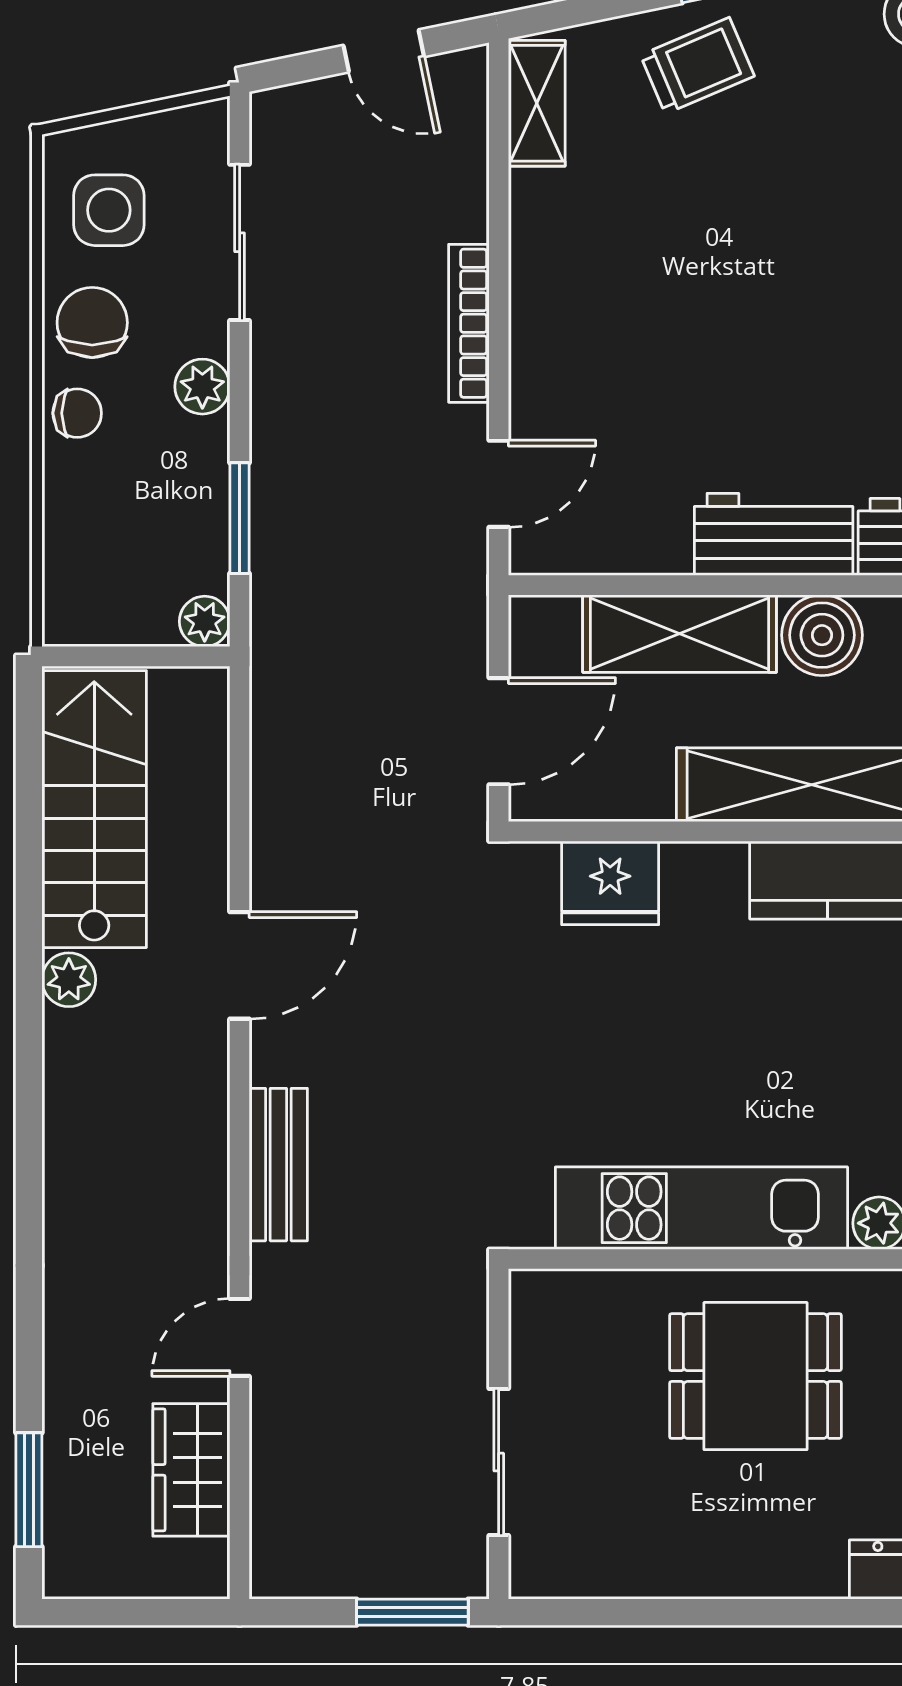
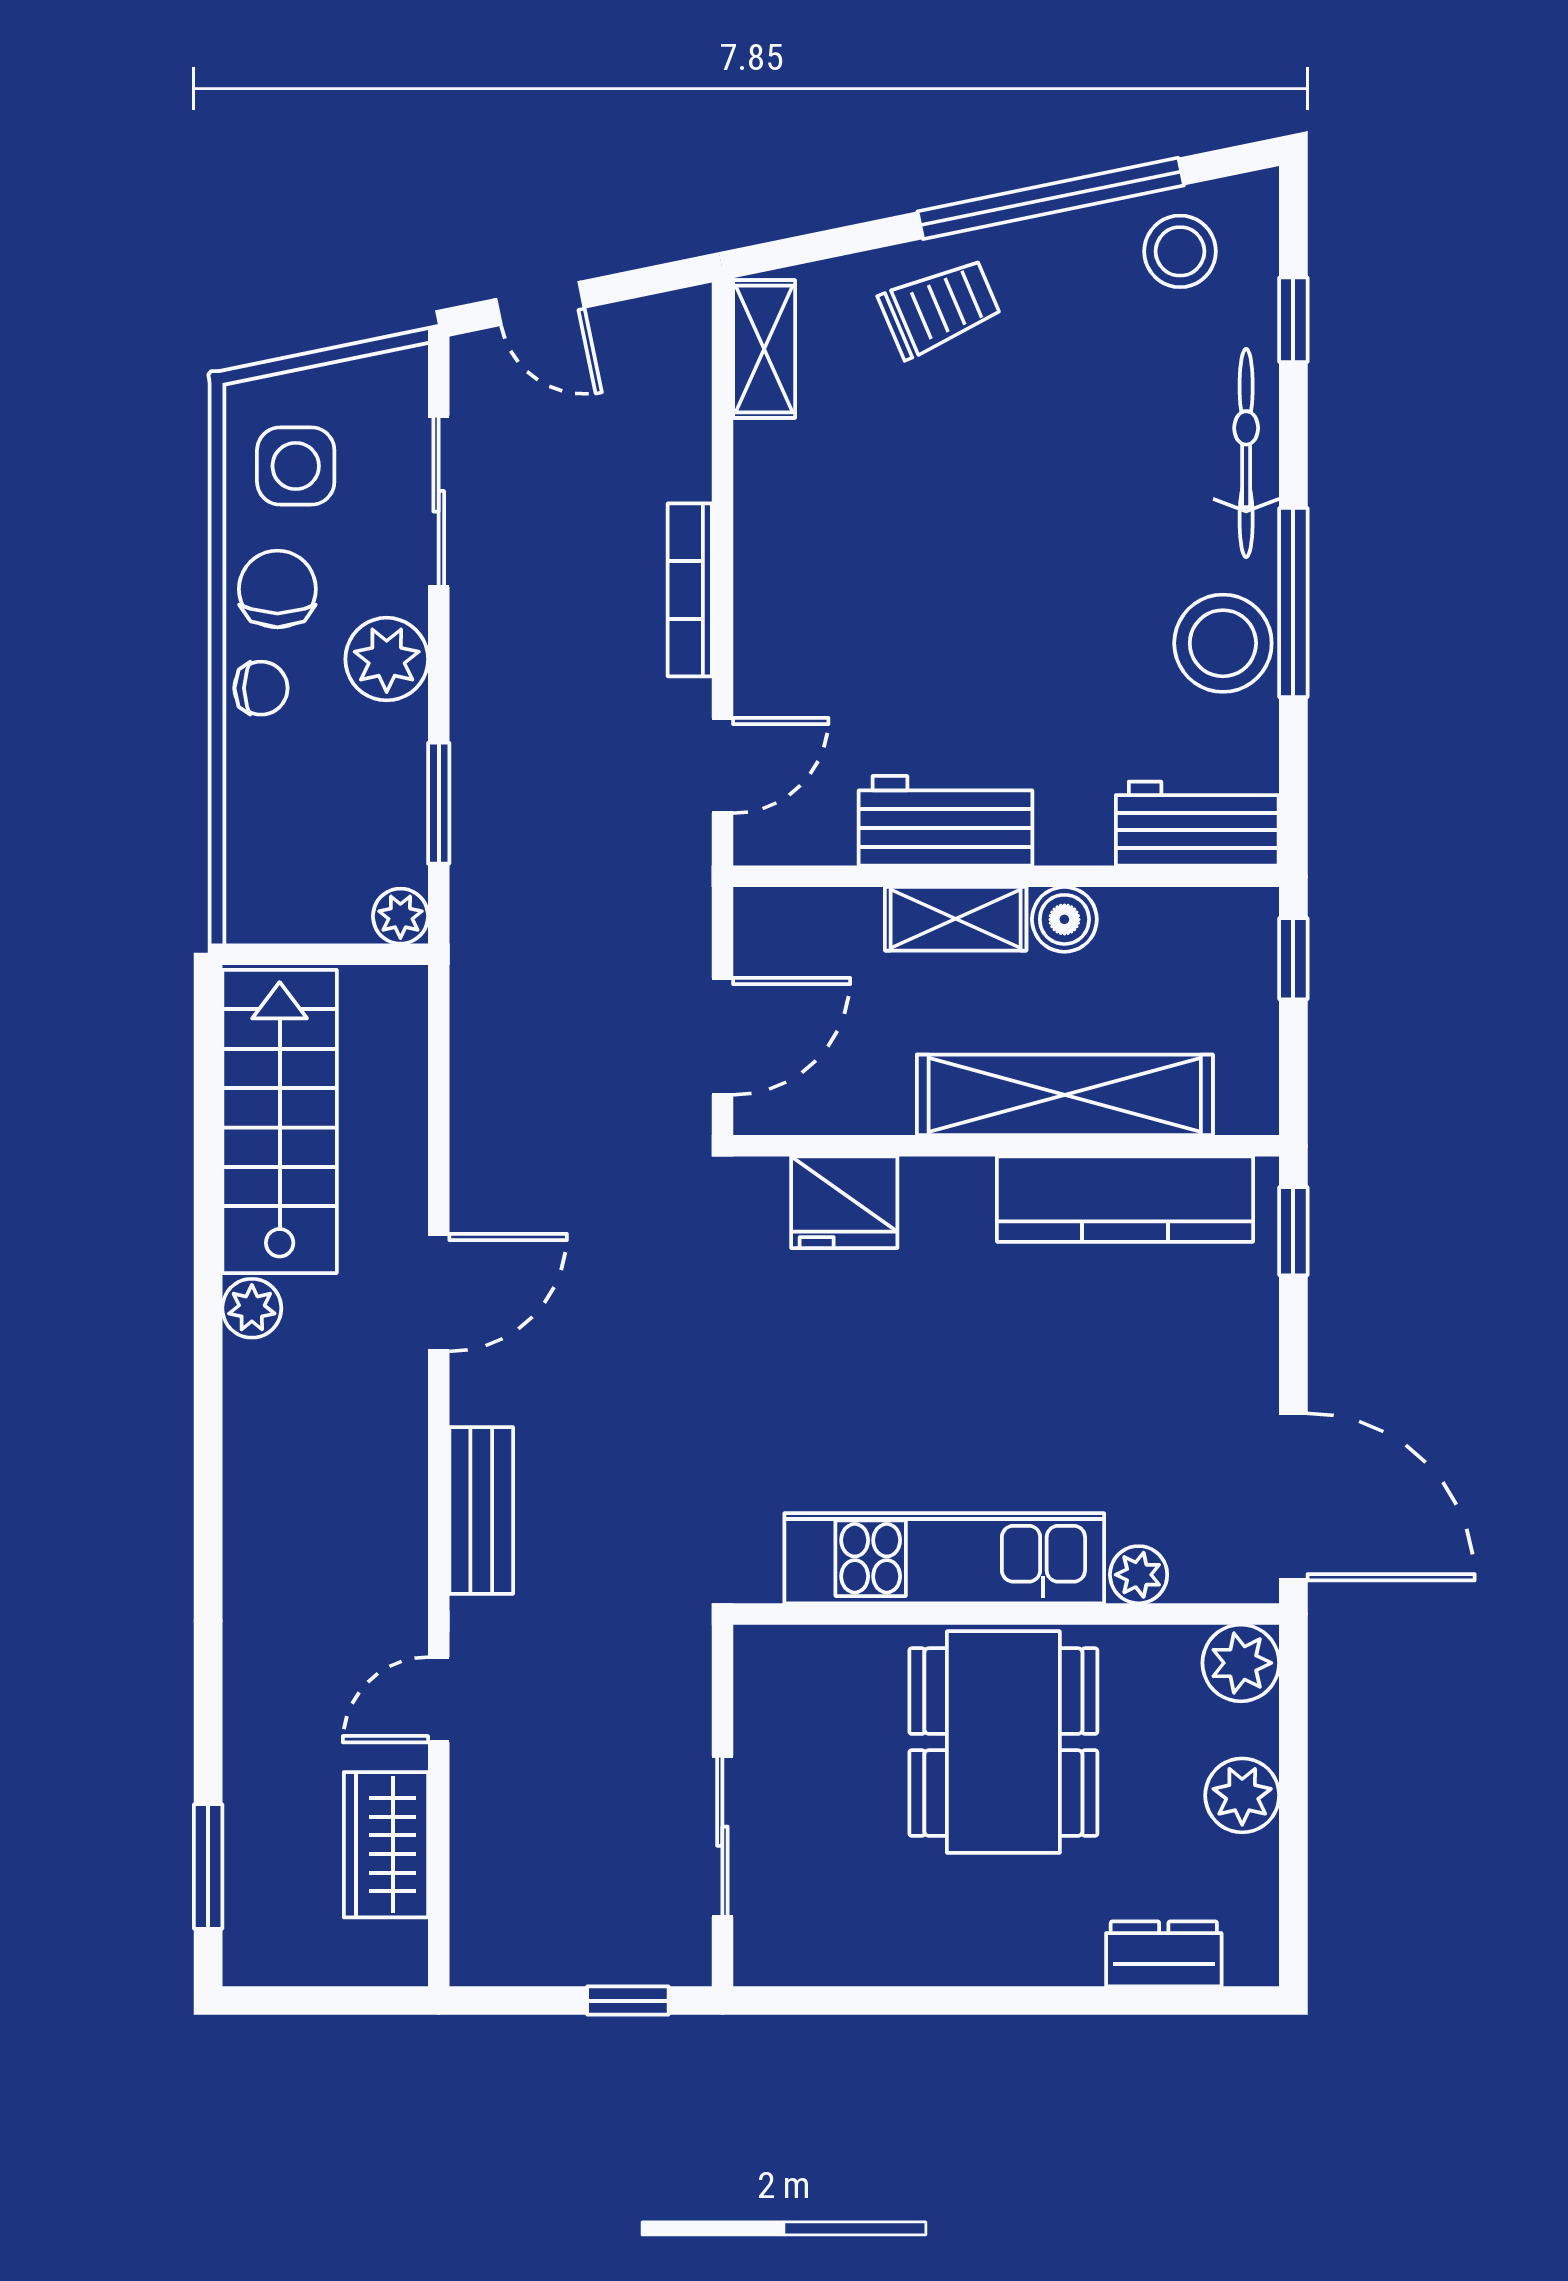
door: (384, 51) -> (540, 303), moved
plant: (202, 387) -> (387, 659), width x1.38, depth x1.38
workbench: (774, 534) -> (946, 821), moved
shelving: (680, 634) -> (956, 919), width x0.67, depth x0.75
boiler: (822, 635) -> (1064, 919), width x0.73, depth x0.73
dining table: (755, 1376) -> (1003, 1742), width x1.38
window: (412, 1612) -> (628, 2001), width x0.67

